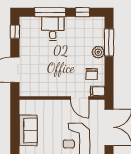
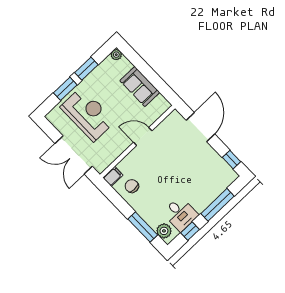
desk: (53, 28) -> (180, 214), moved
plant: (98, 52) -> (164, 231), moved
door: (80, 98) -> (143, 136), moved

